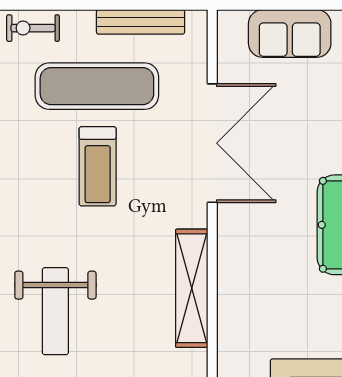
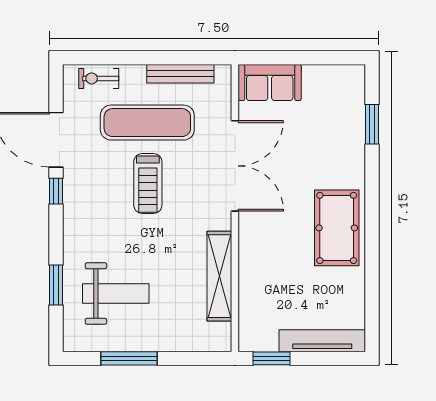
sofa: (290, 33) -> (270, 83), moved
weight bench: (55, 311) -> (116, 294), turned -90

